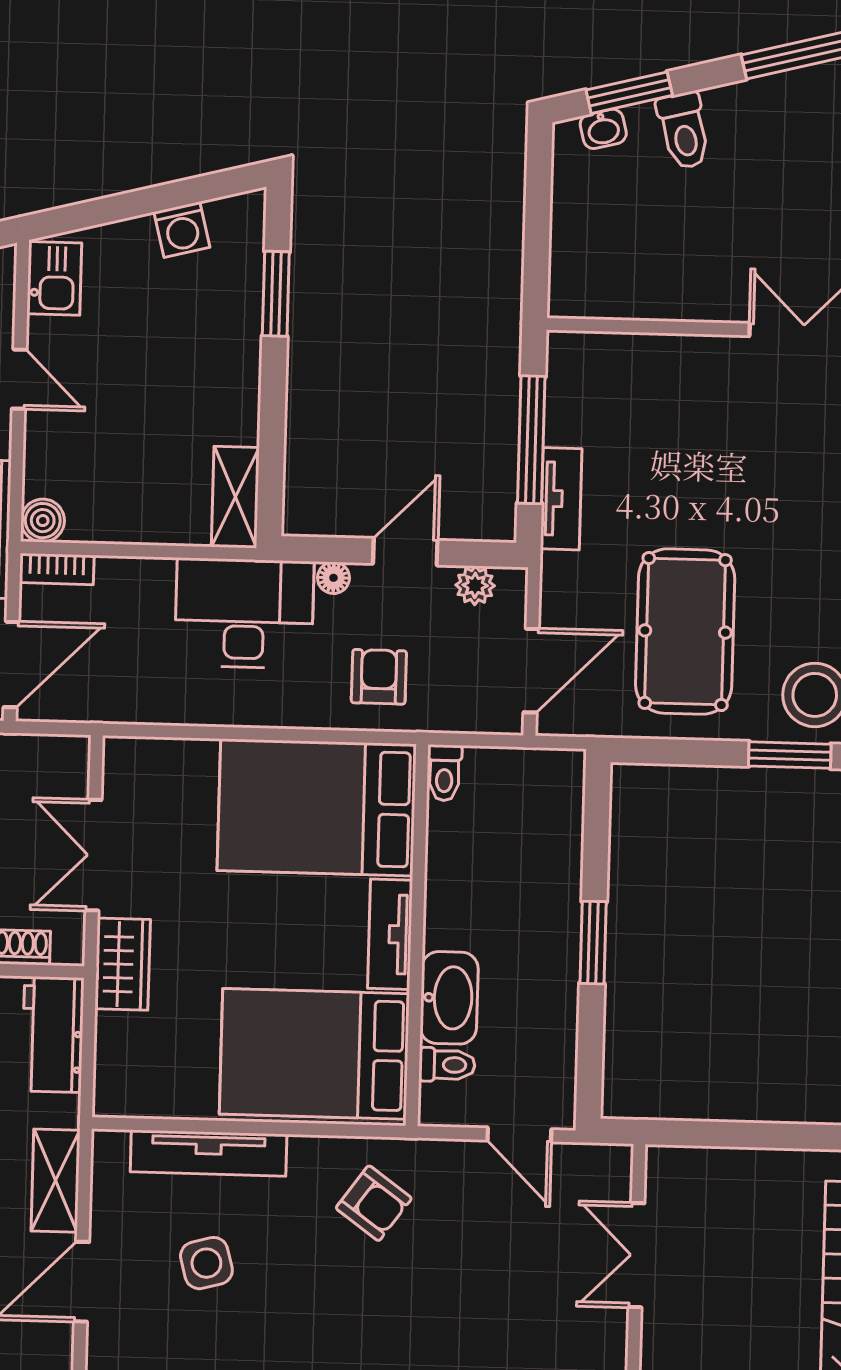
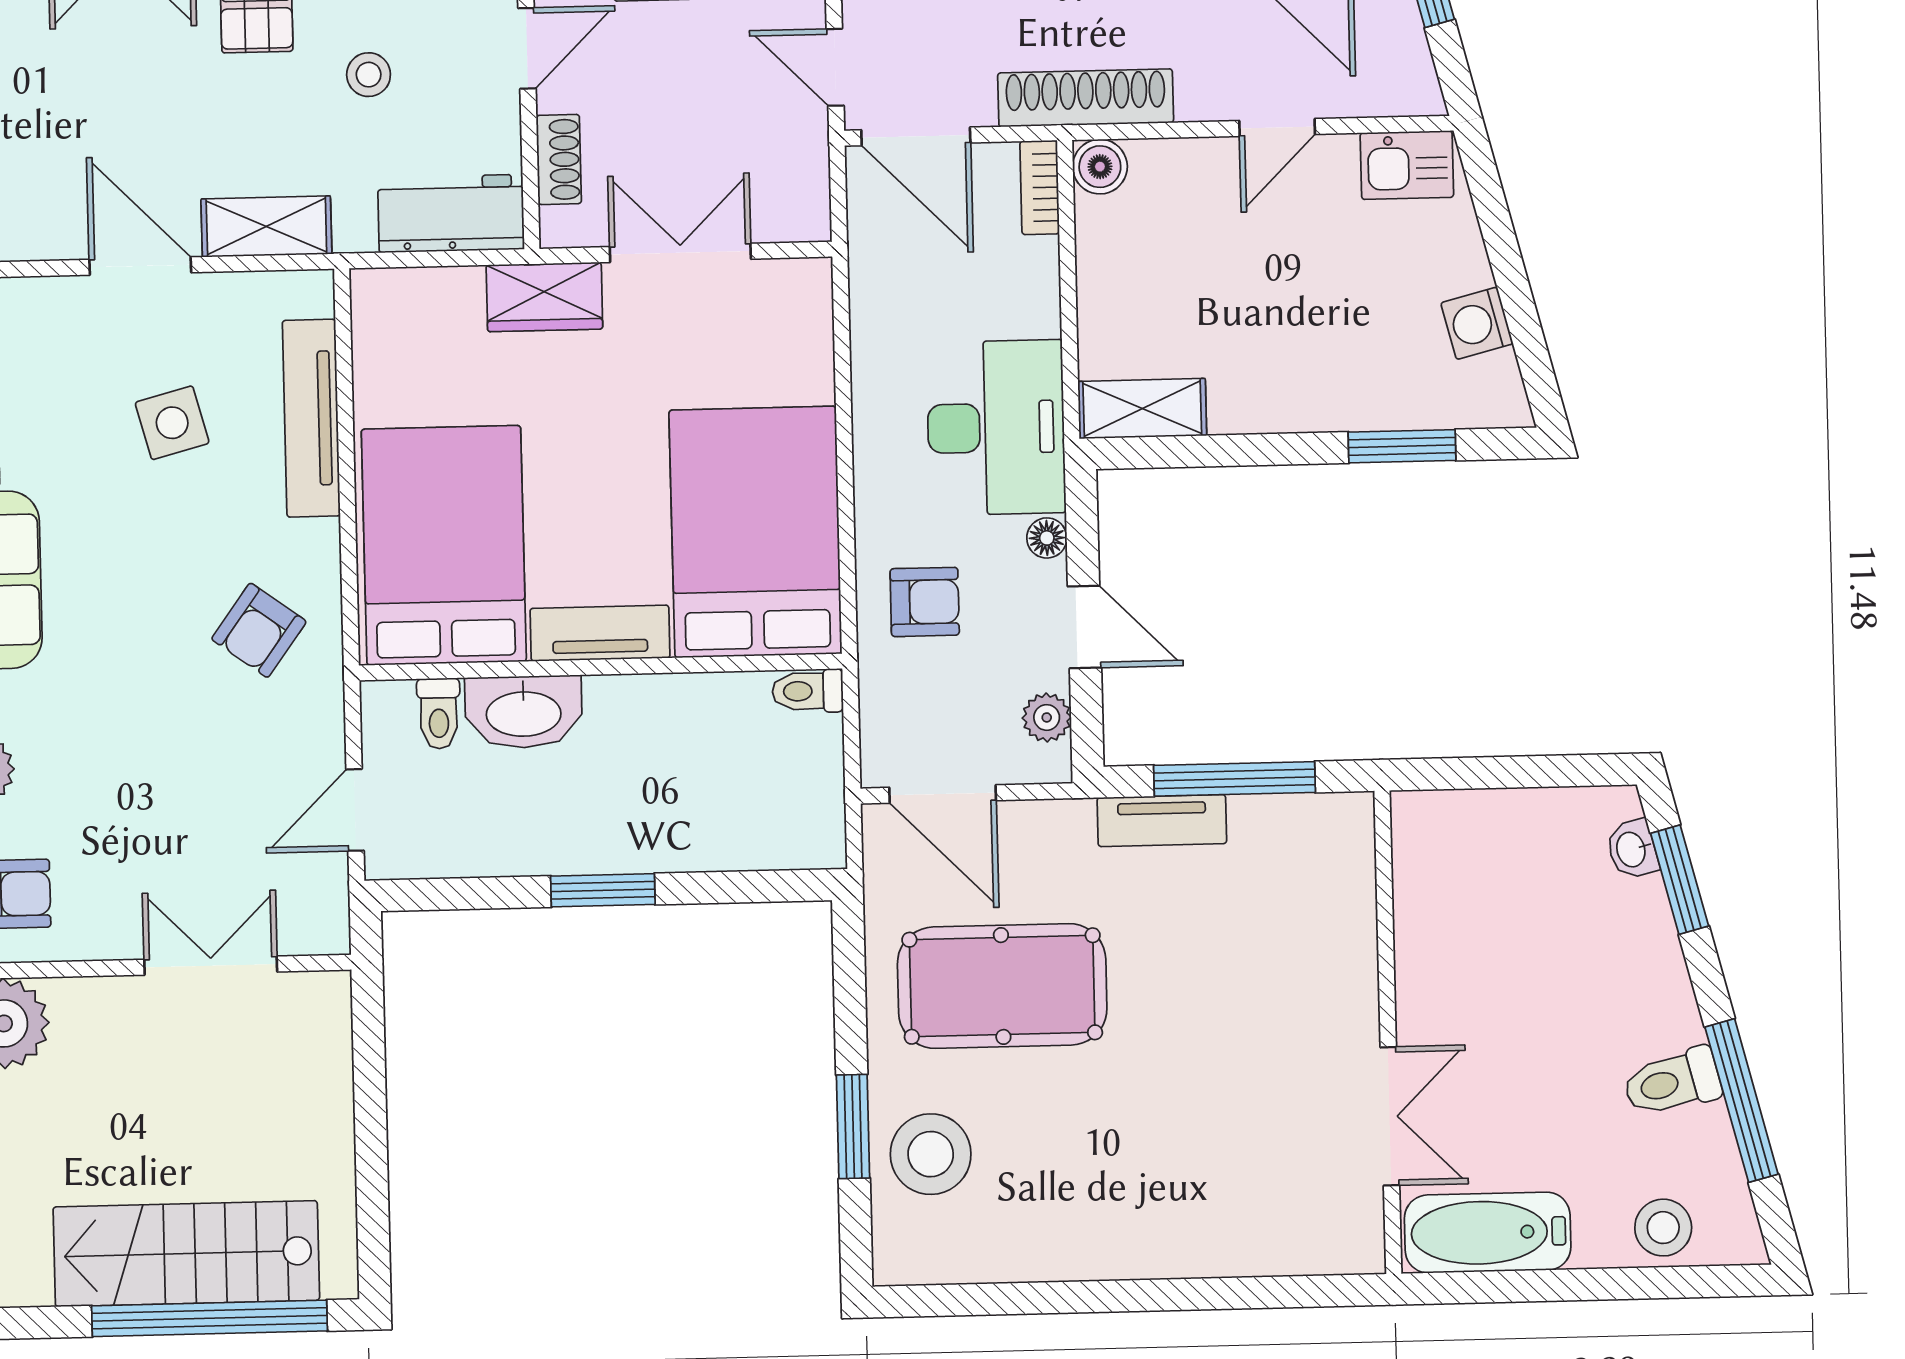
toilet: (684, 131) -> (1672, 1082), moved

